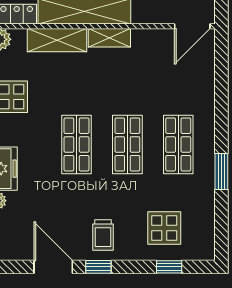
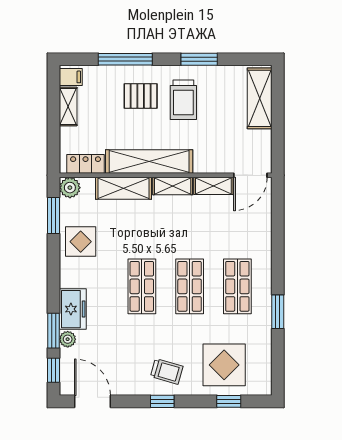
shelving: (153, 38) -> (213, 186), added
display table: (164, 228) -> (224, 365), width x1.36, depth x1.36
trolley: (103, 235) -> (167, 371), turned -74
door: (53, 267) -> (93, 401), moved

